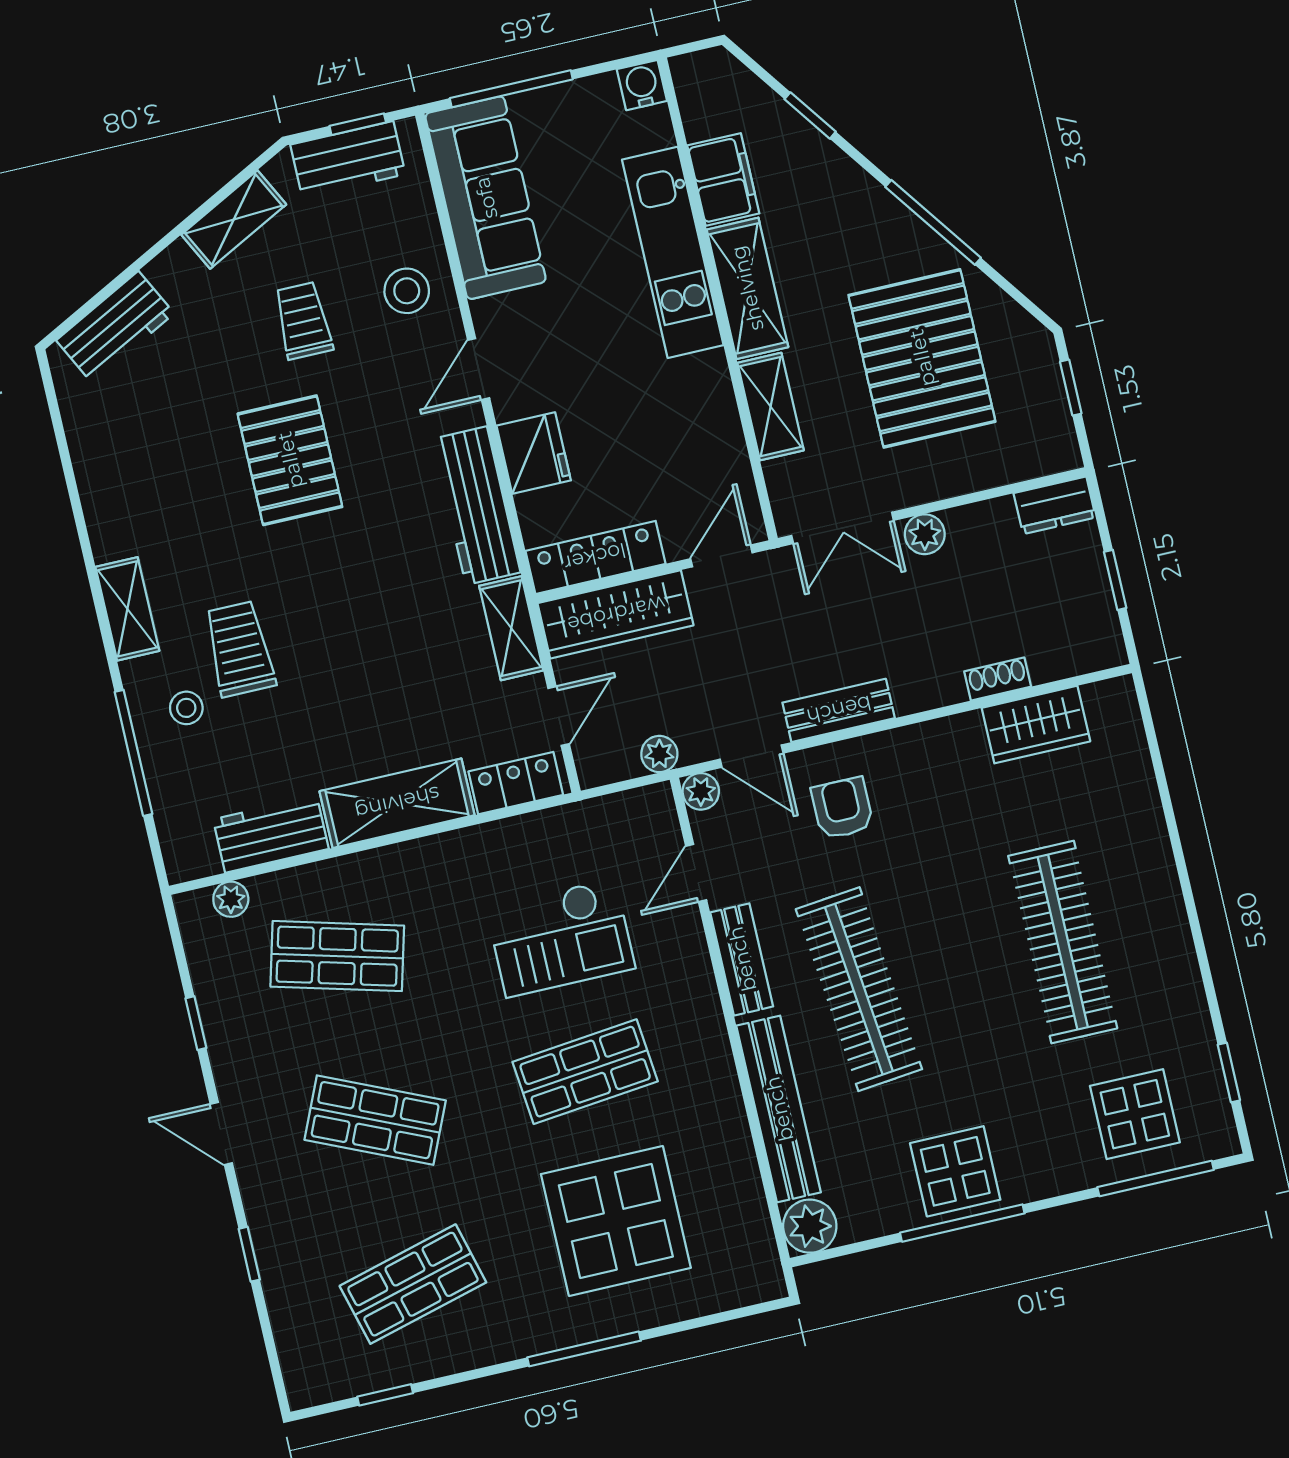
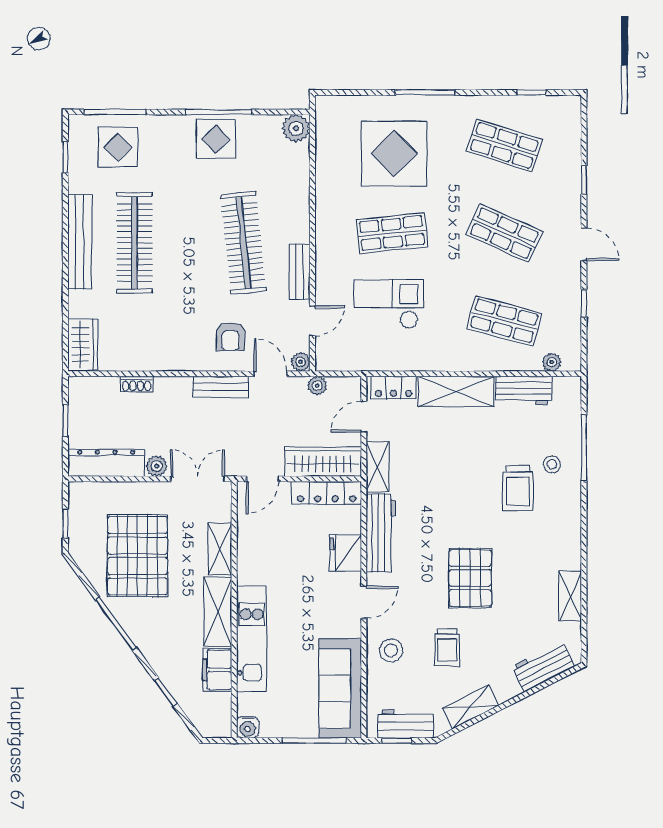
dresser: (1055, 505) -> (106, 463), width x1.96, depth x1.24
shelving: (127, 609) -> (570, 596), moved
wardrobe: (1036, 725) -> (83, 345), moved, turned 90
bench: (779, 1109) -> (80, 242), moved
shop shelf: (413, 1284) -> (504, 145), turned 33

